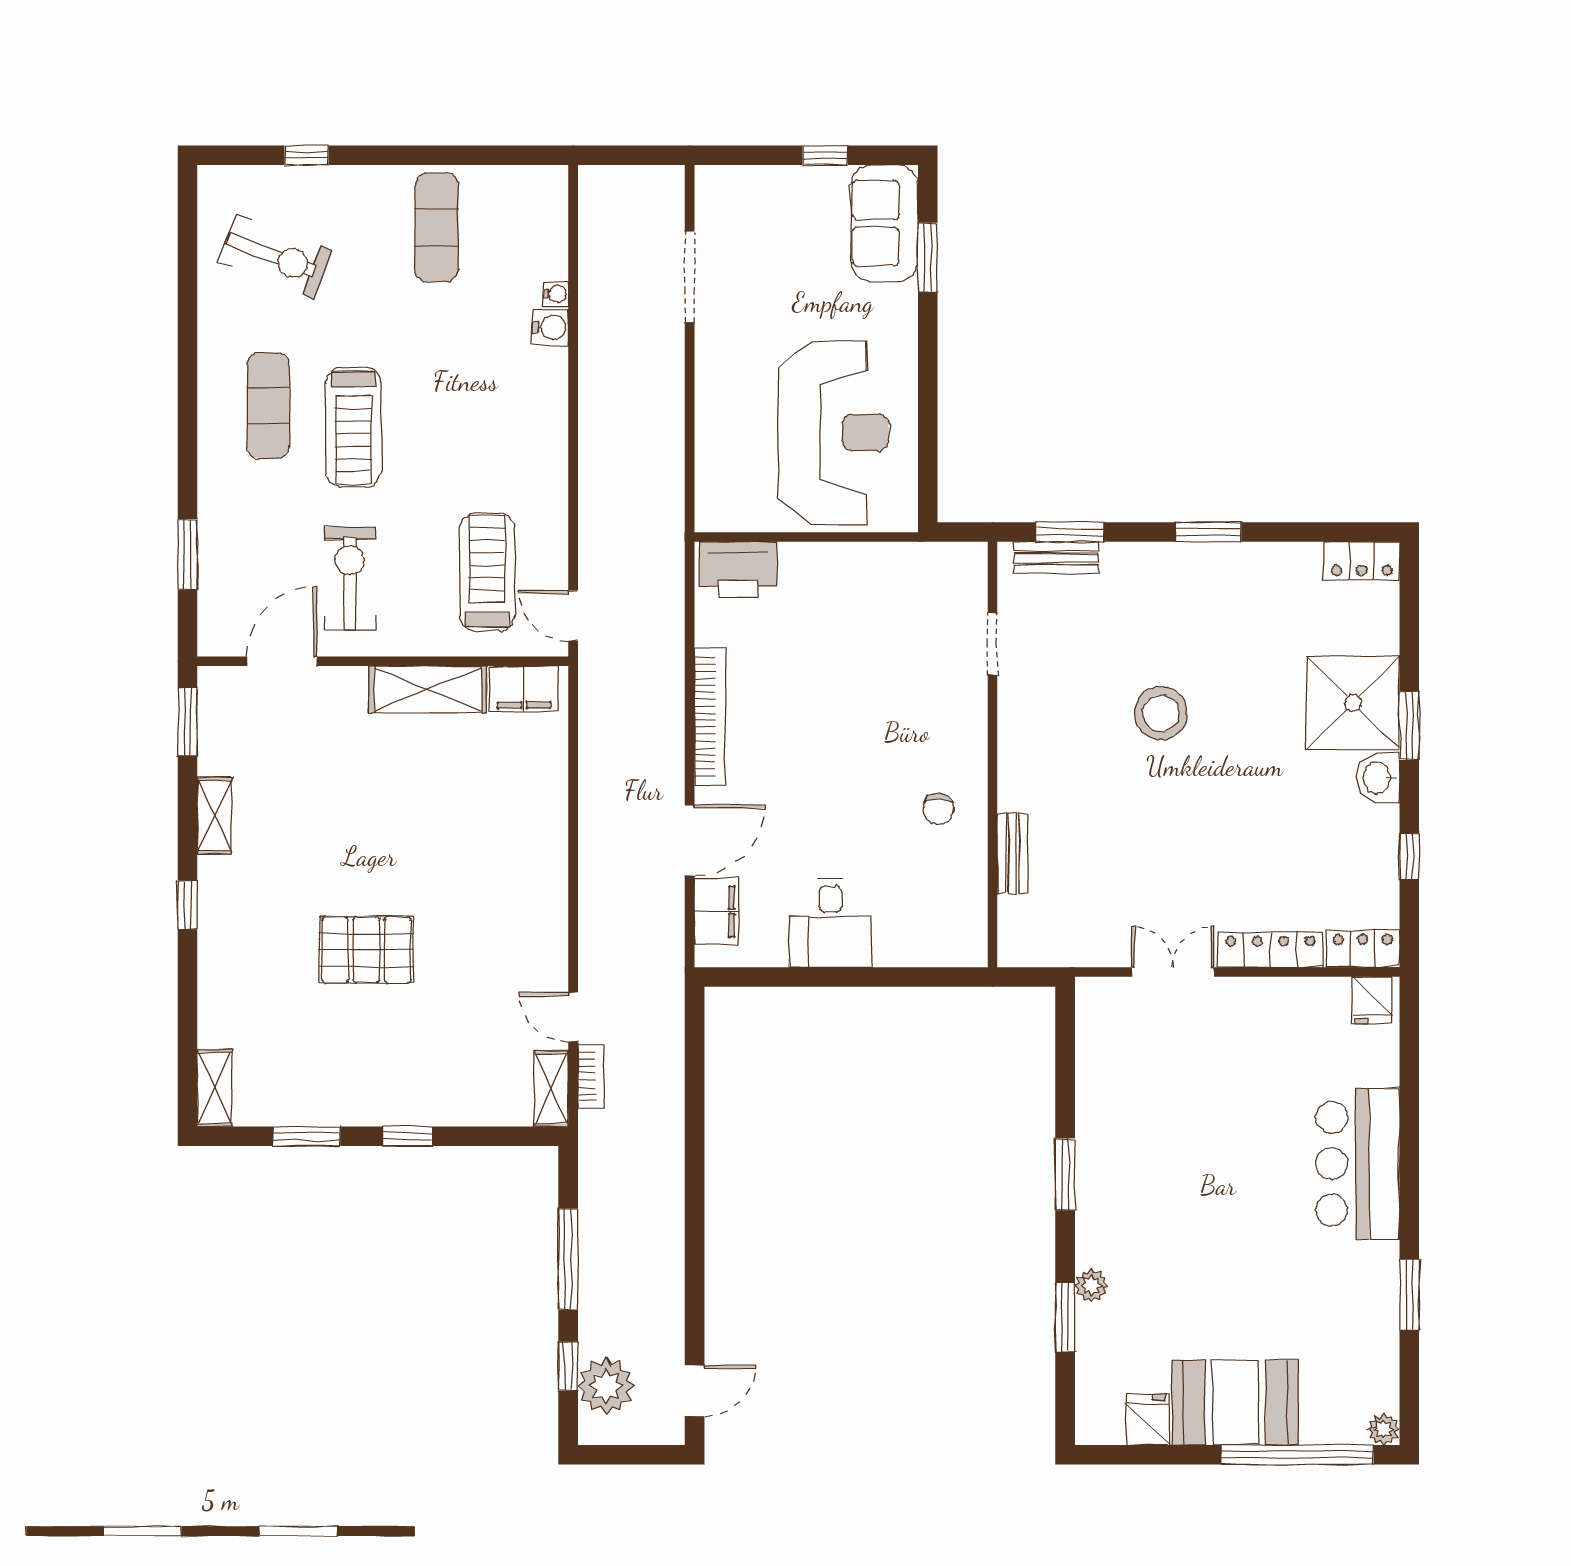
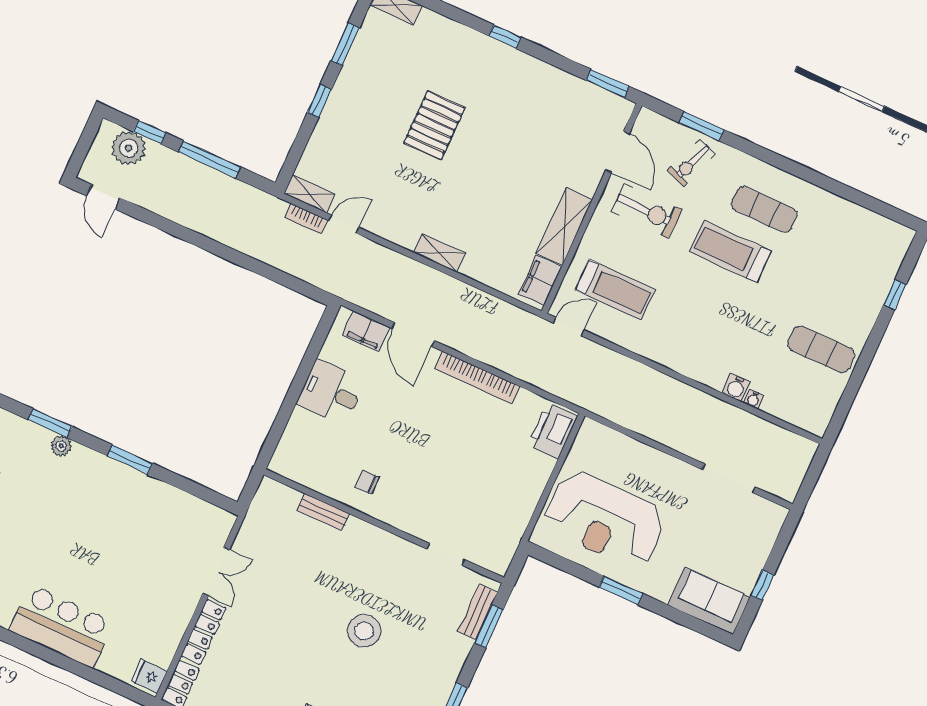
exercise bike: (275, 256) -> (692, 163), moved, width x0.73, depth x0.72
window: (928, 257) -> (621, 590), moved
shelving: (214, 816) -> (439, 253), moved

